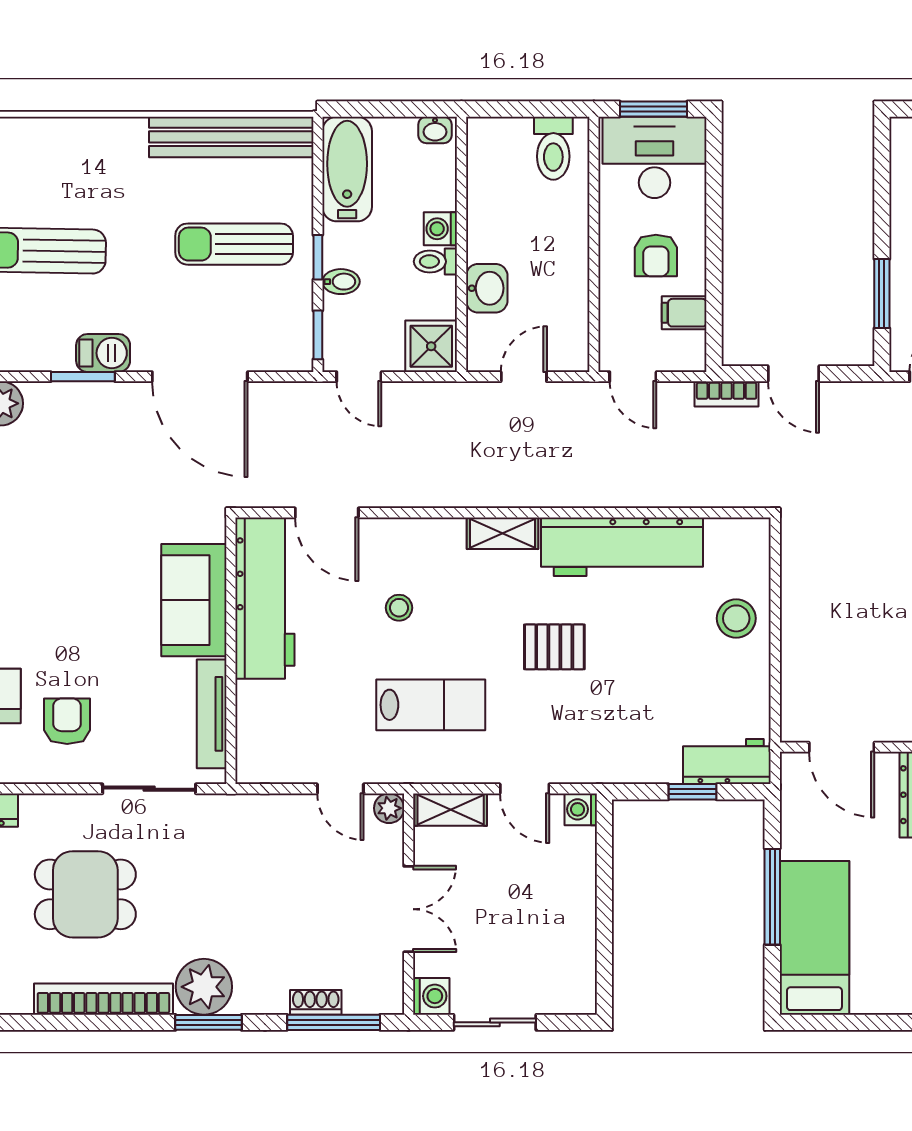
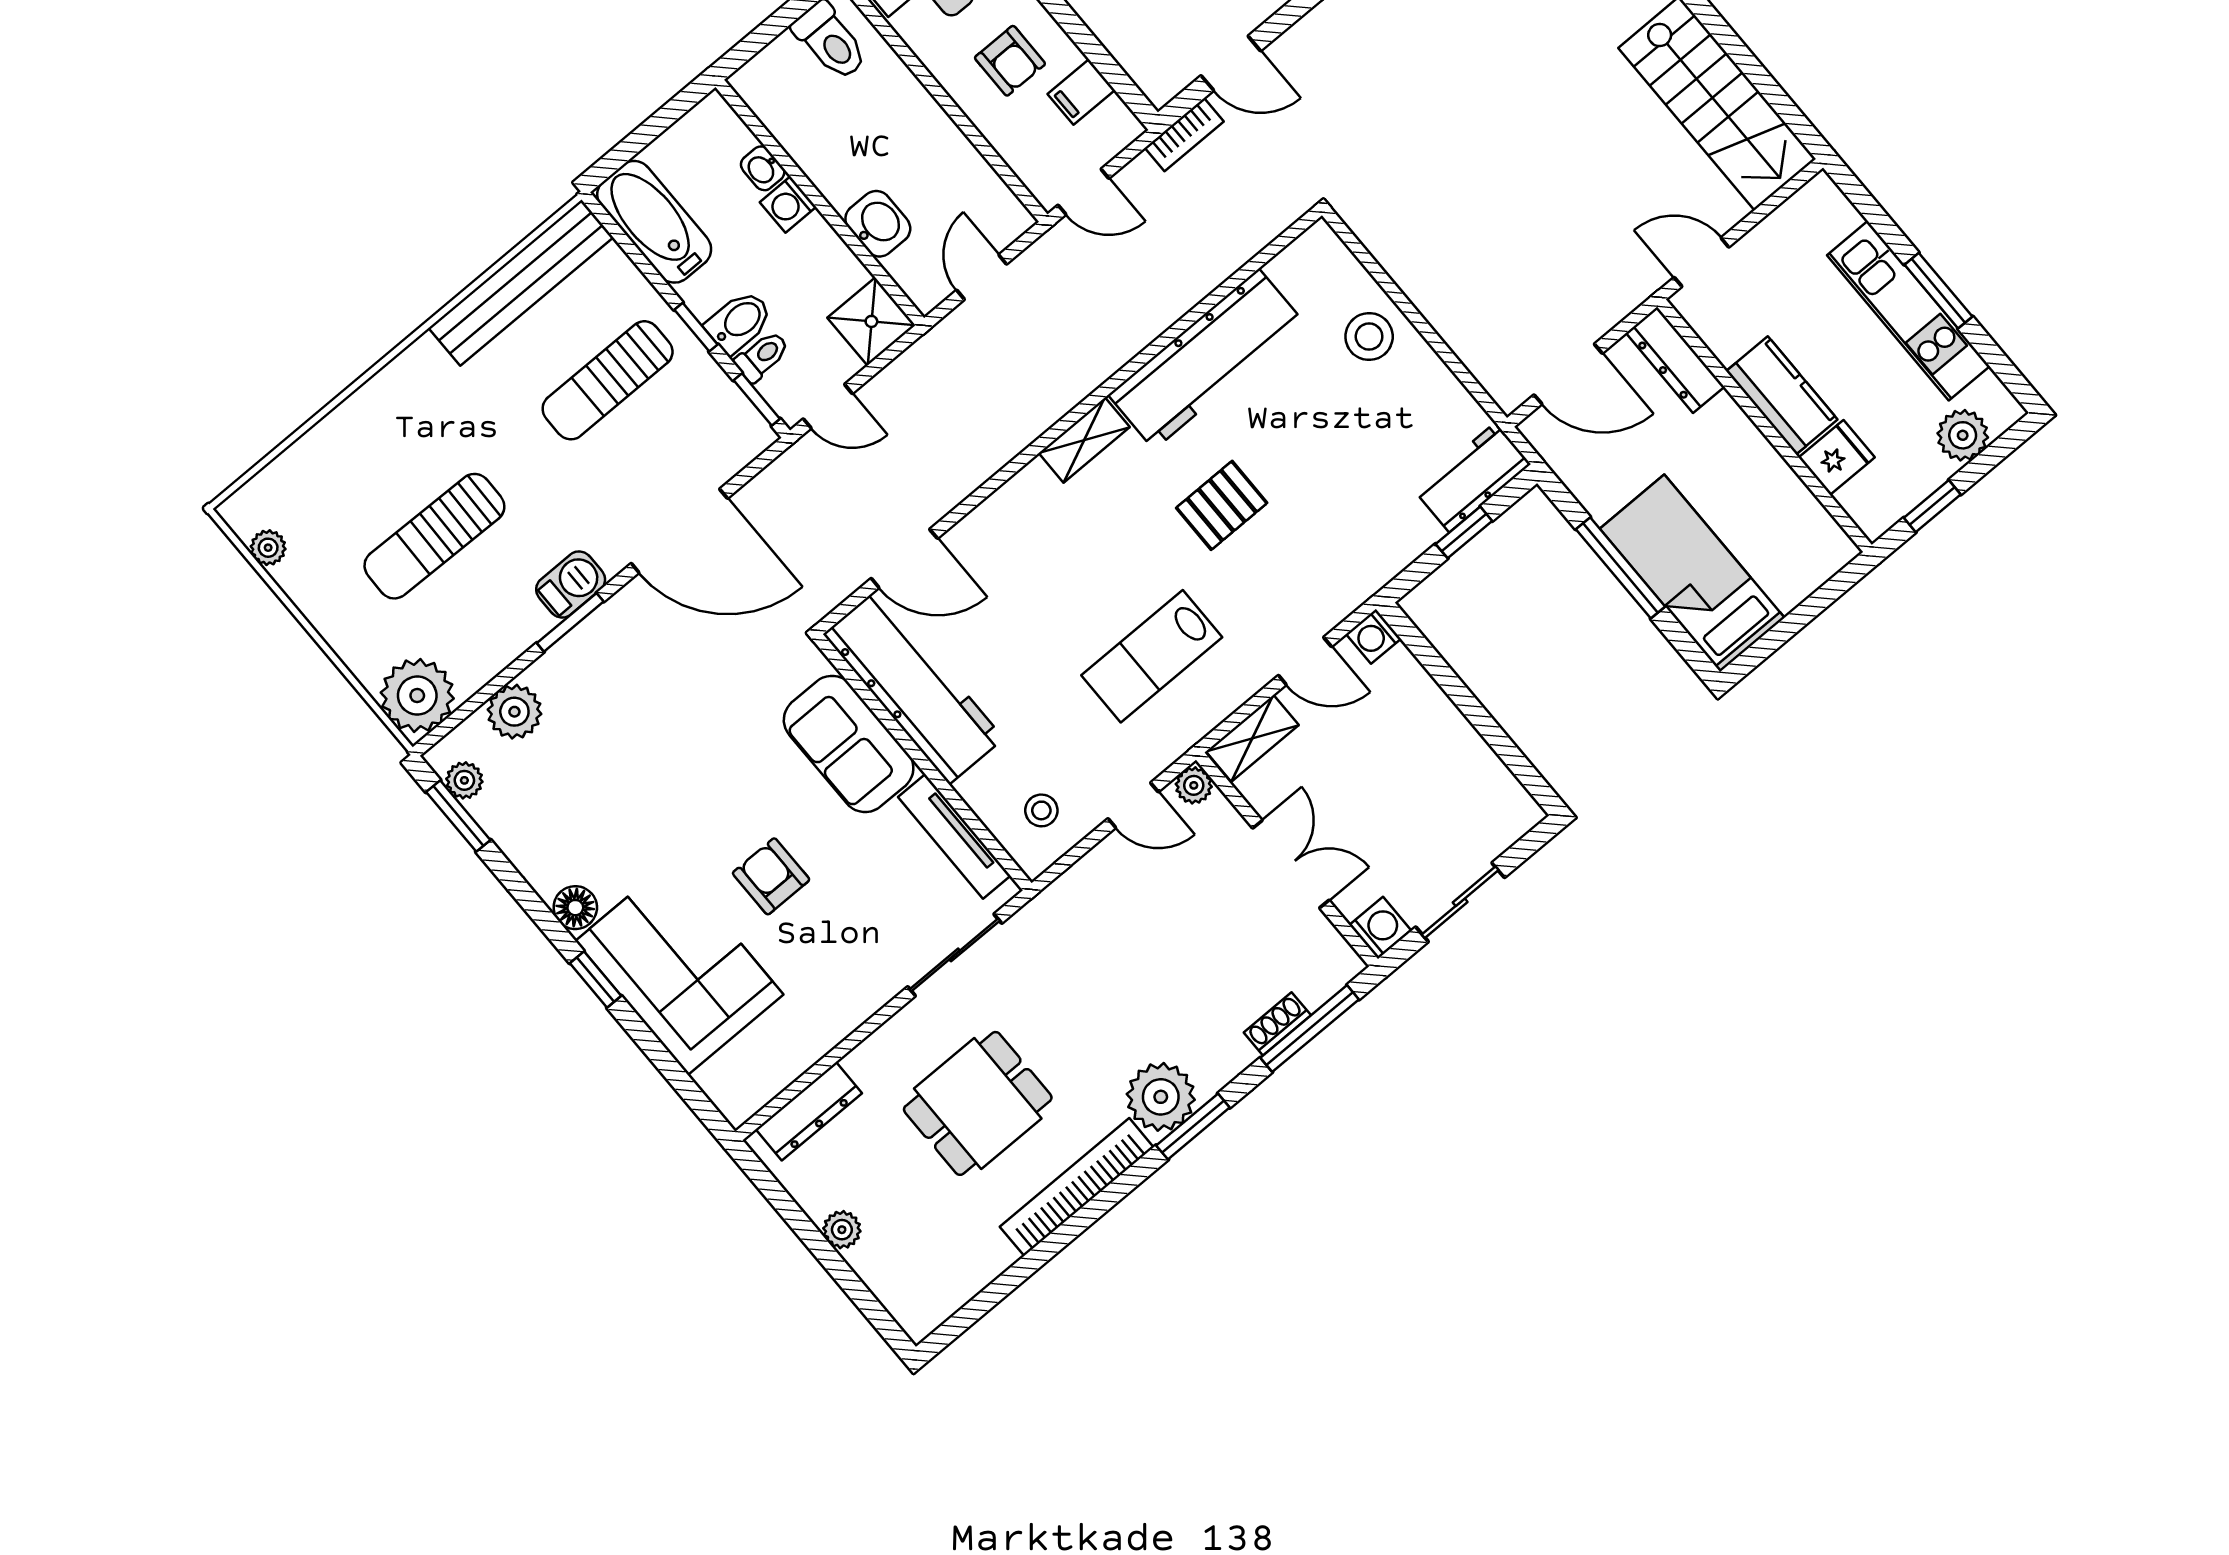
washbasin: (435, 130) -> (763, 168), moved, turned 90
toilet: (435, 262) -> (762, 356), moved, turned 180
bidet: (341, 282) -> (739, 322), width x1.38, depth x1.36
stool: (399, 608) -> (1041, 810), moved
lab bench: (431, 705) -> (1152, 656), turned 180
armchair: (67, 721) -> (771, 876), moved

